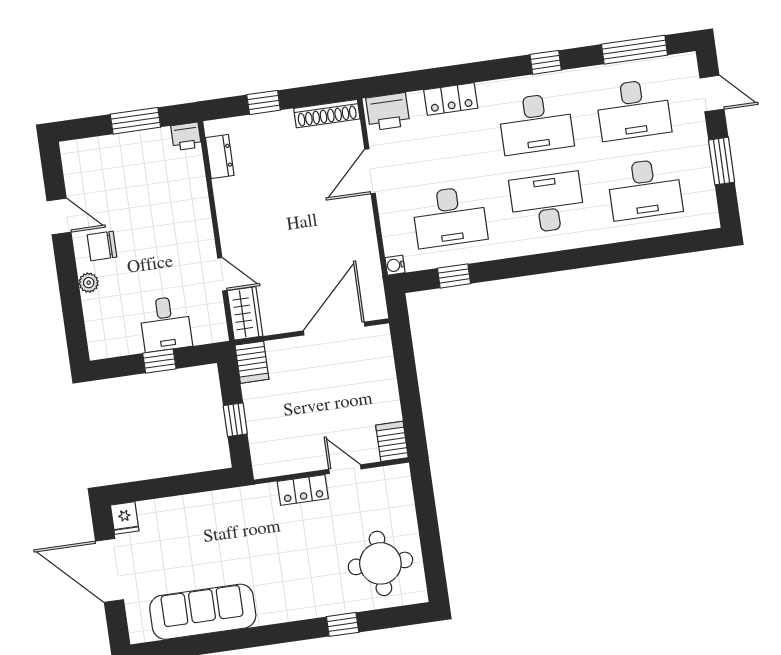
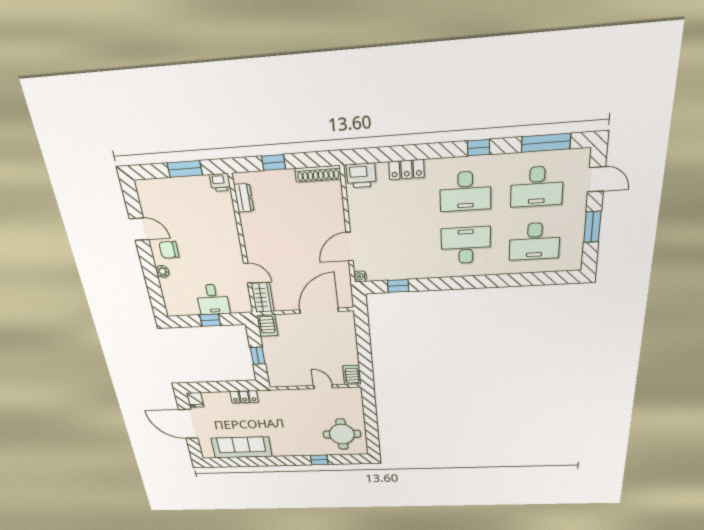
door: (370, 171) -> (350, 247), moved
desk: (450, 217) -> (399, 249), removed
locker: (303, 490) -> (244, 397), moved

